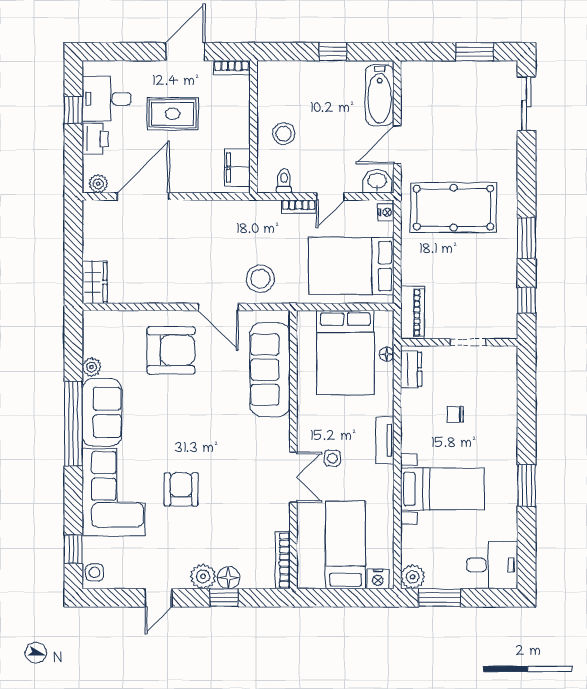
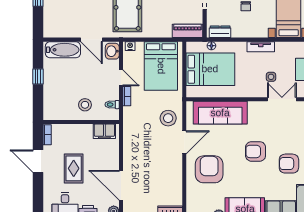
armchair: (202, 431) -> (256, 151), added

